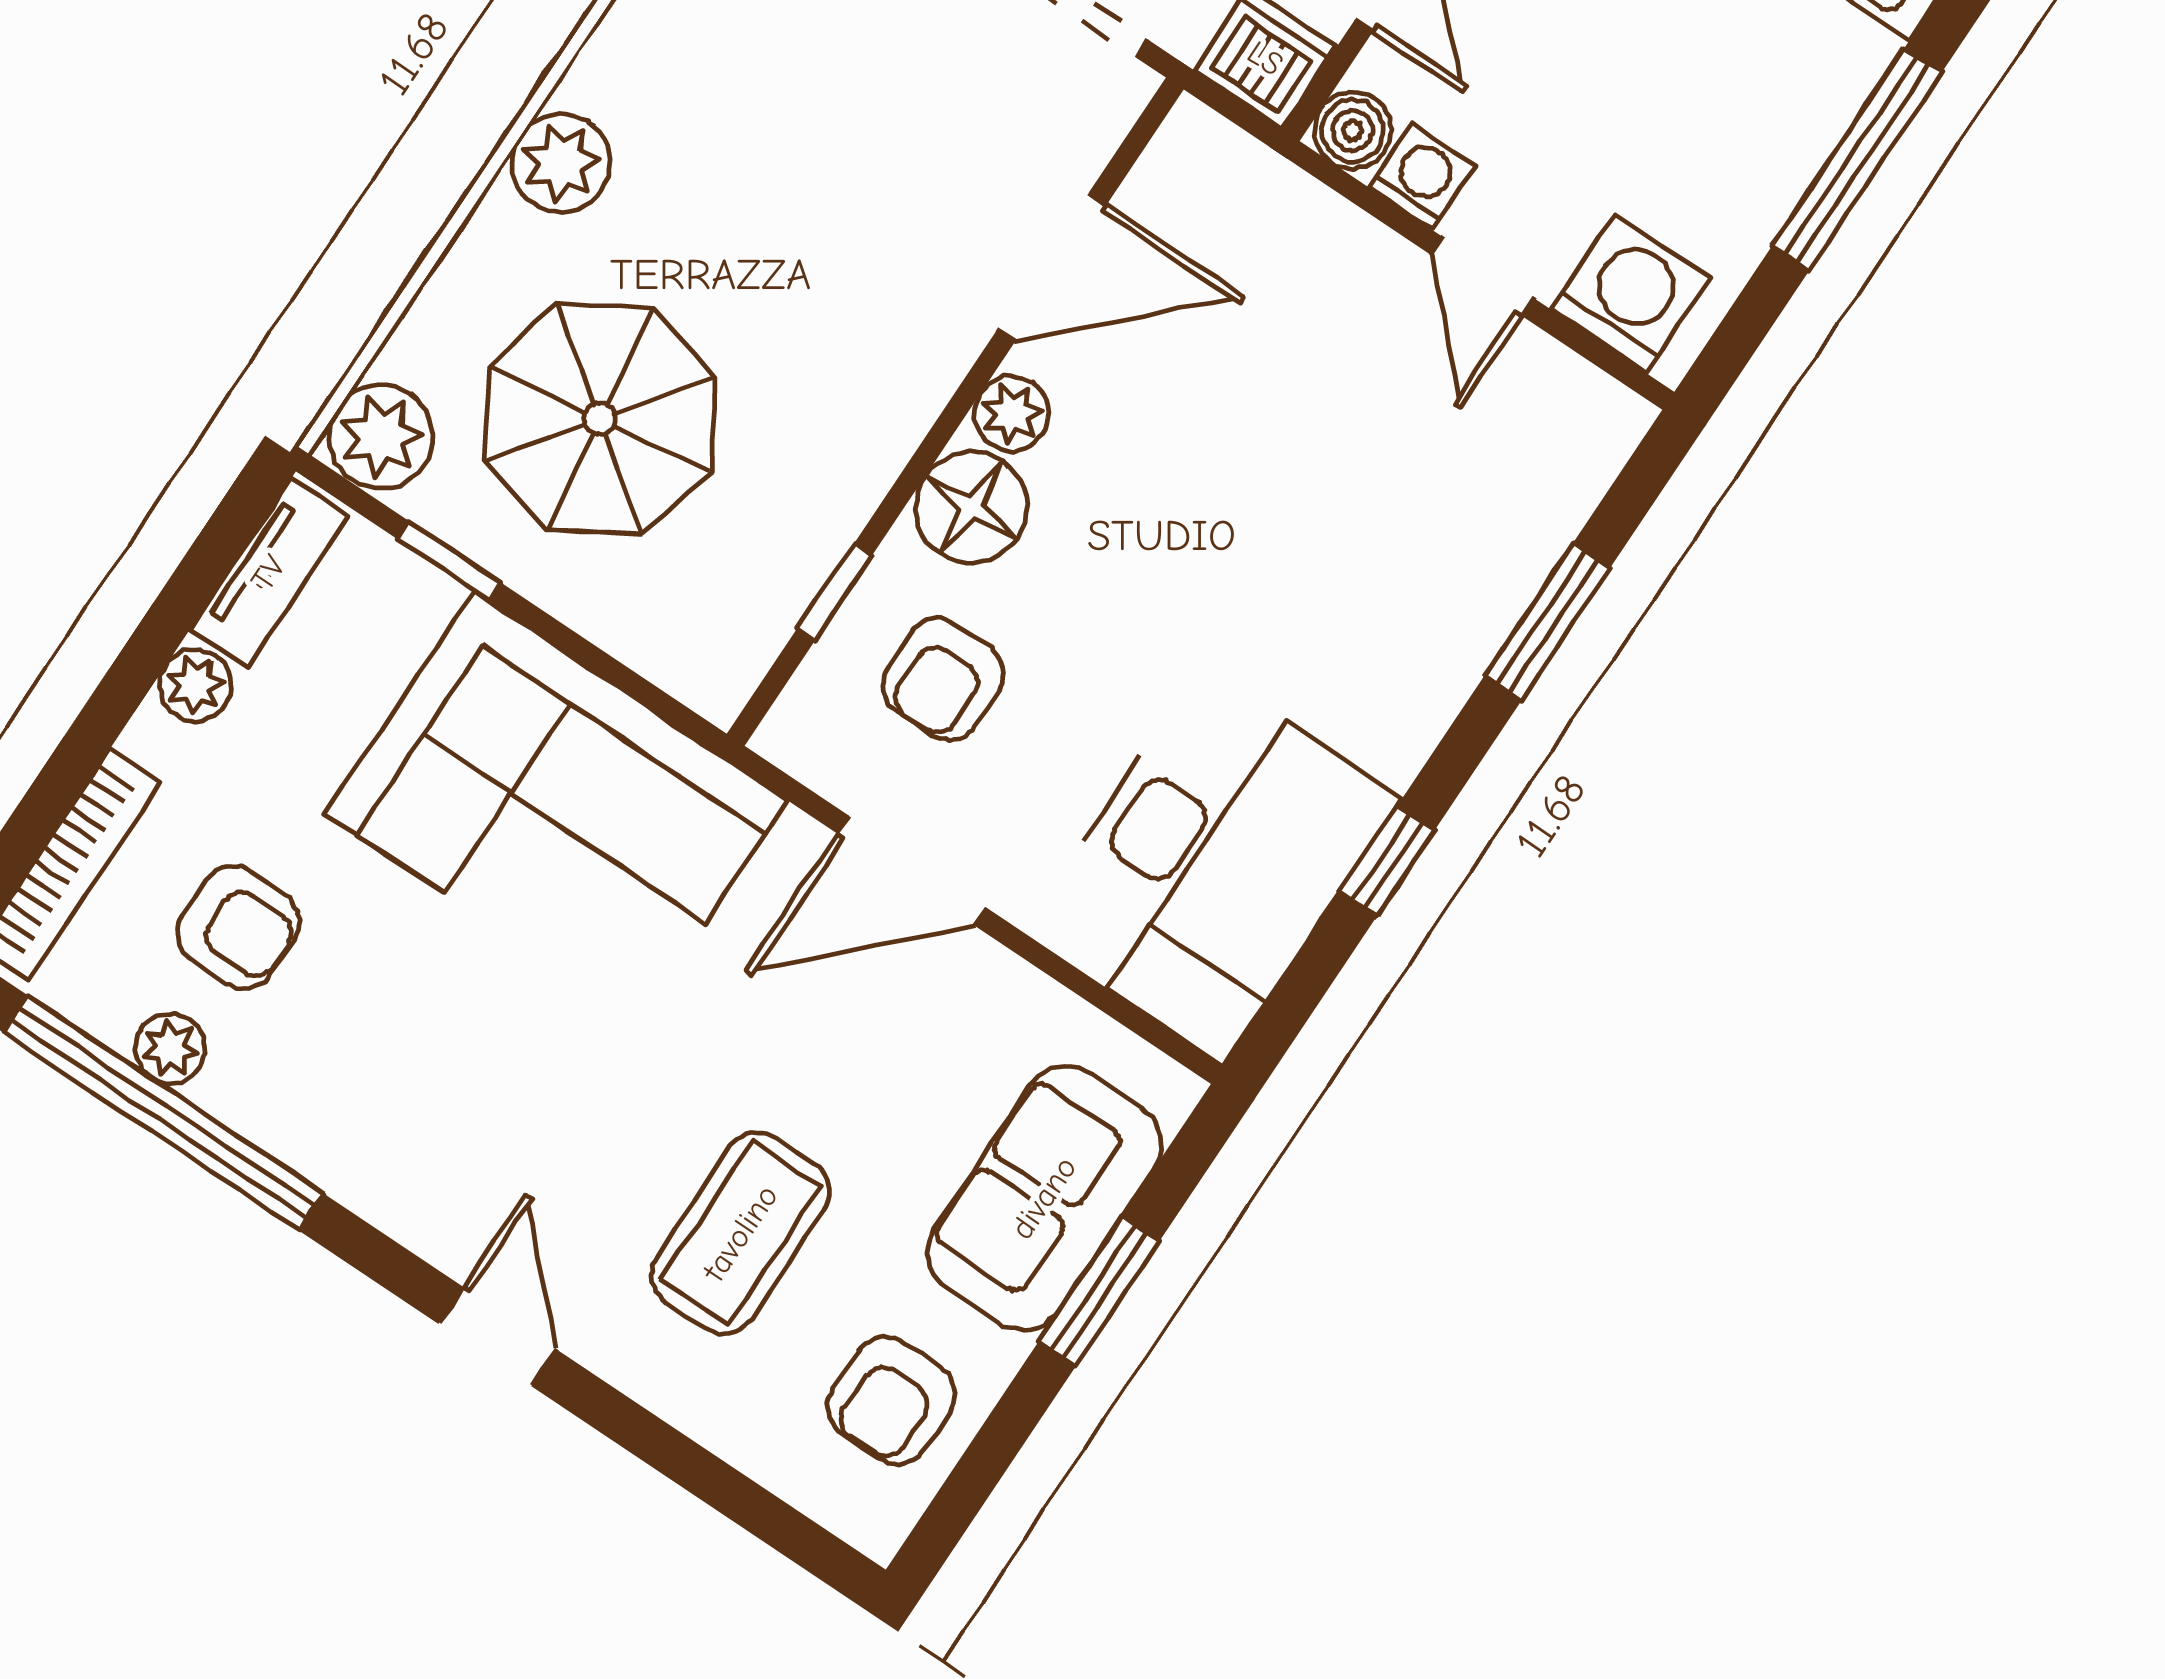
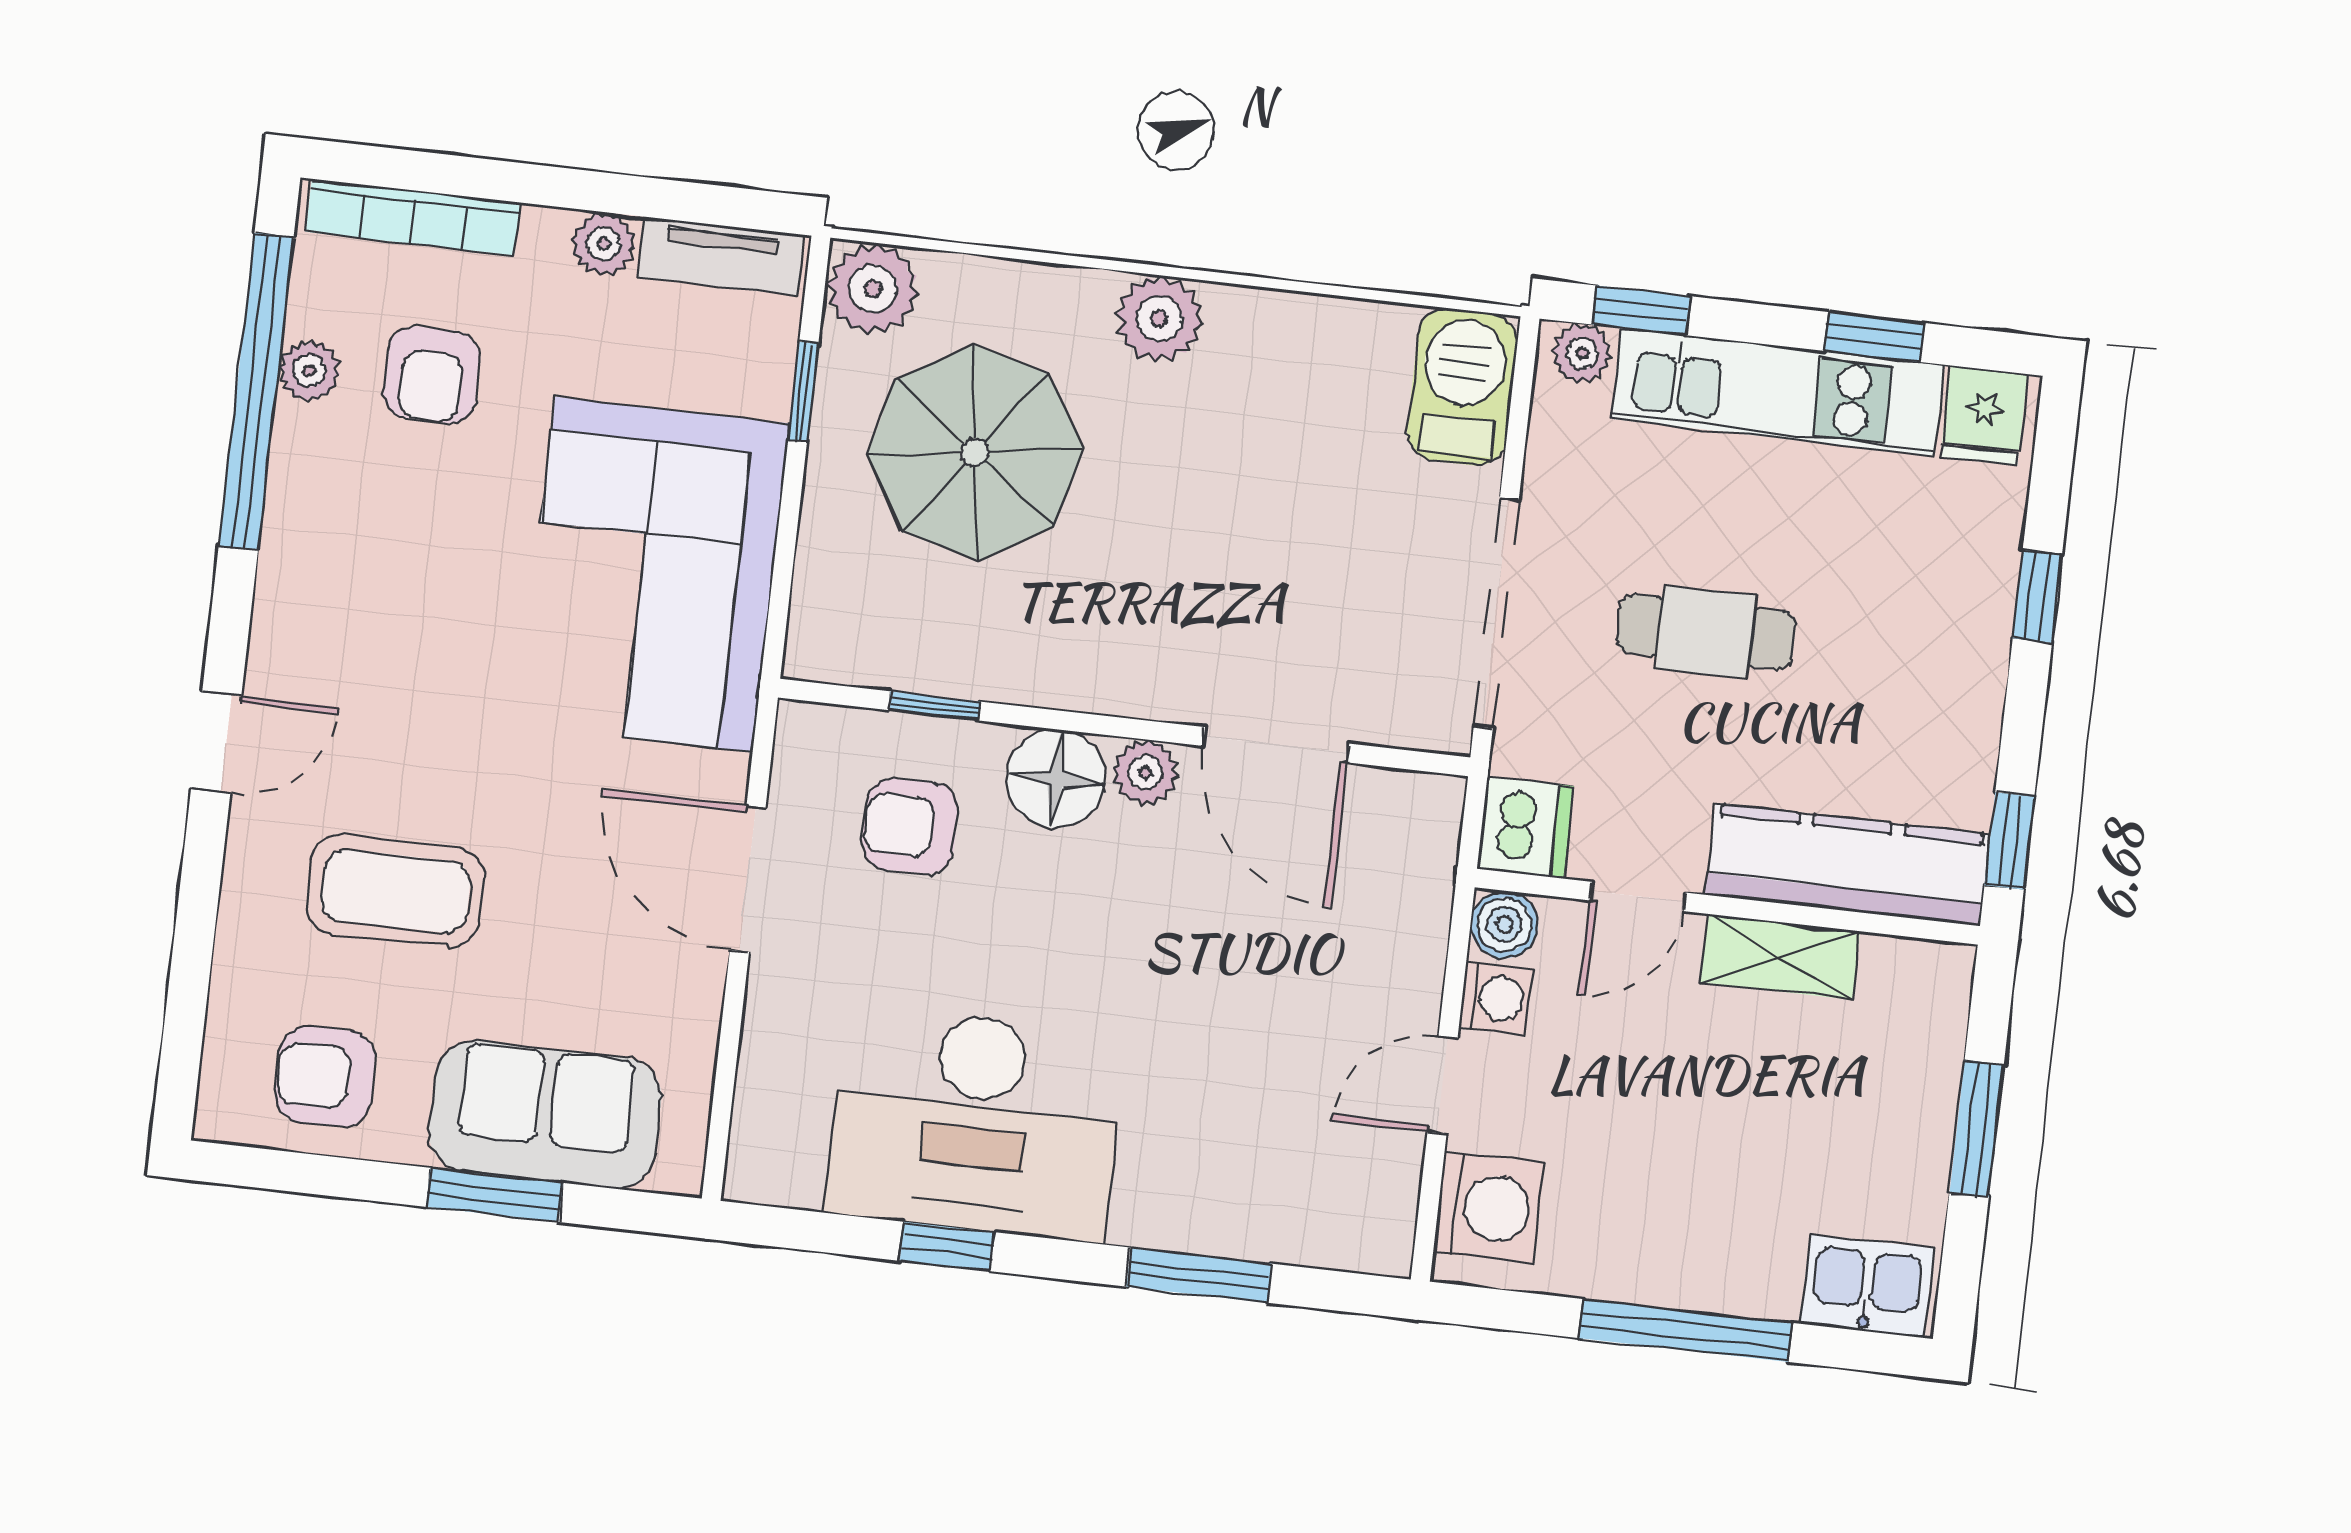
desk: (1212, 865) -> (975, 1123), moved

